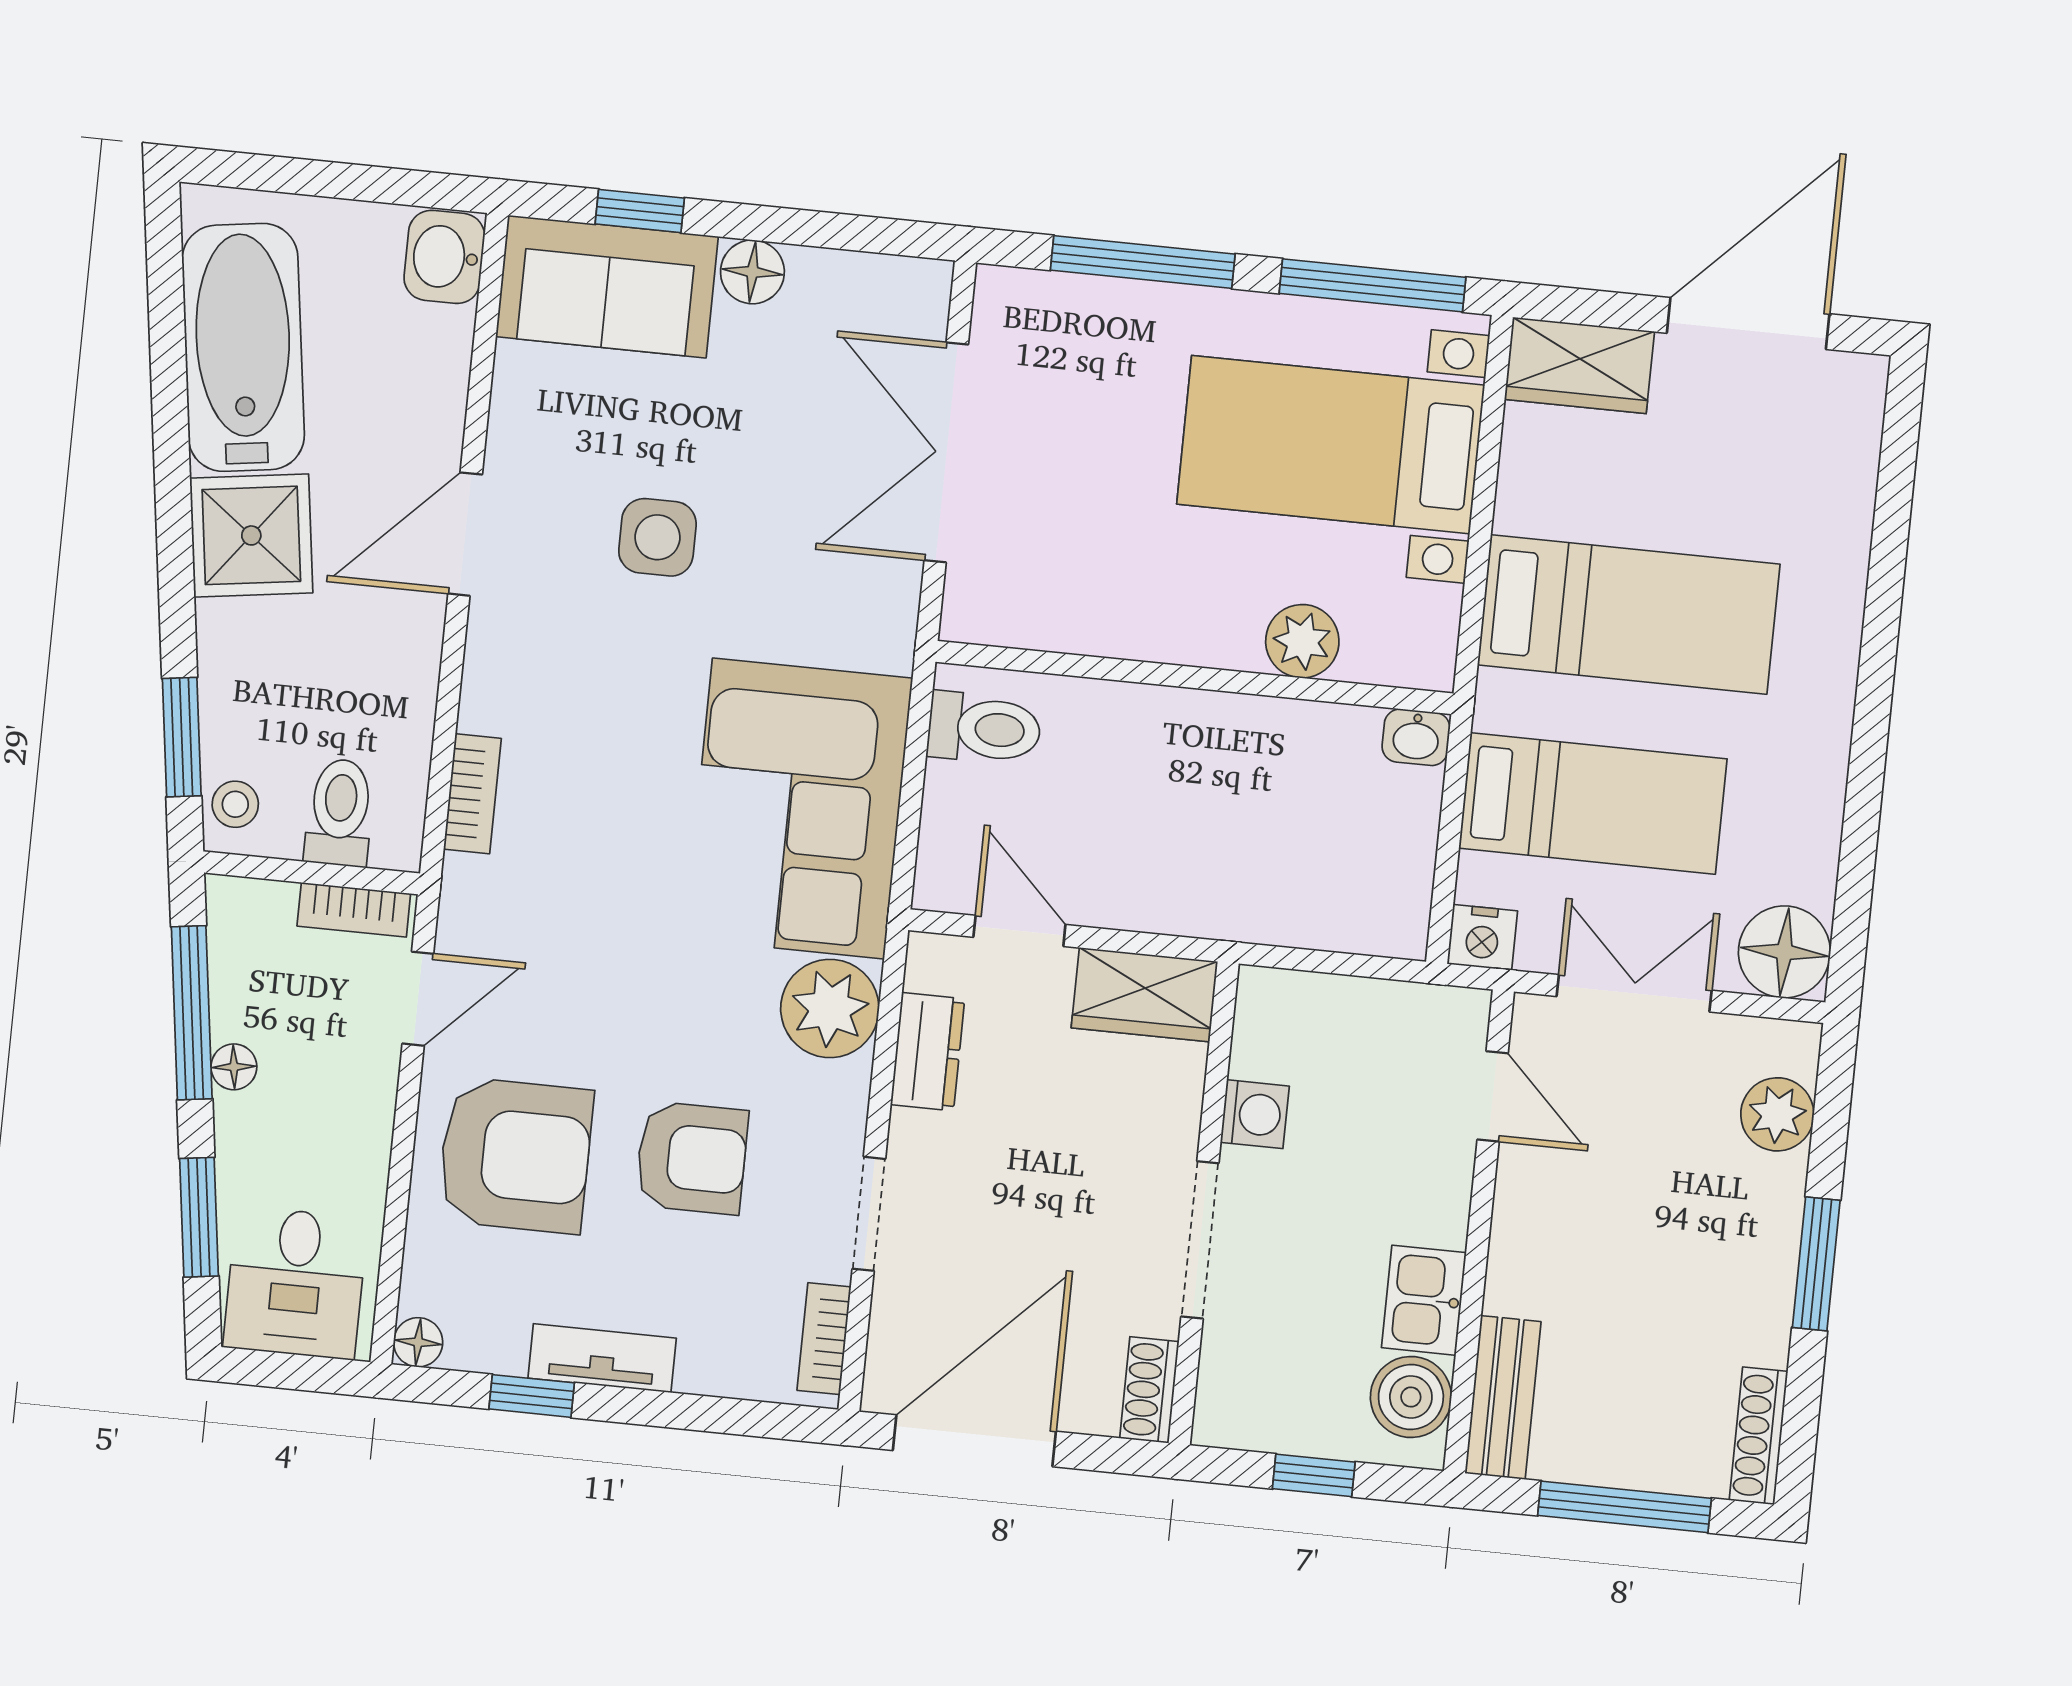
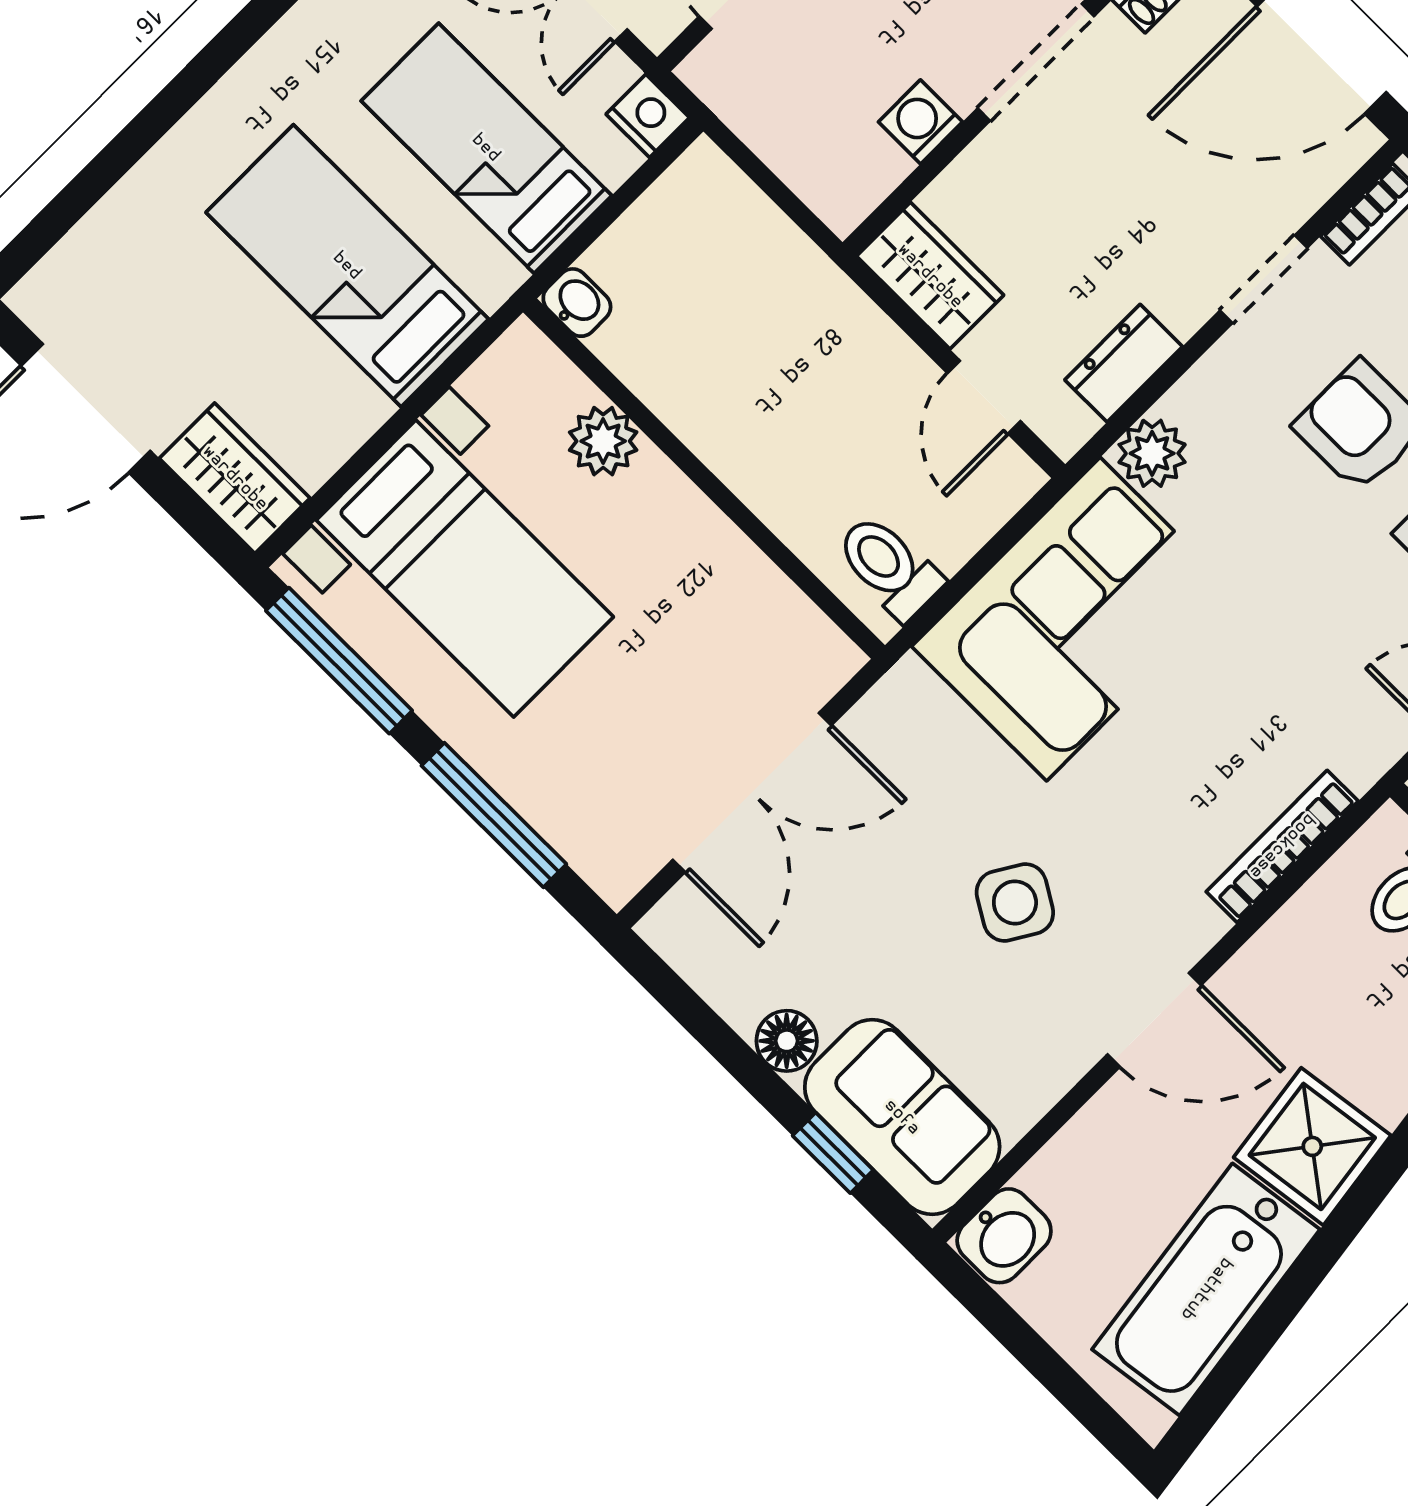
side table: (657, 537) -> (1015, 902), turned 31
bookcase: (472, 794) -> (1282, 846), width x1.56
plant: (830, 1008) -> (1152, 453), width x0.73, depth x0.73

